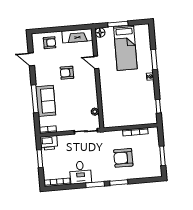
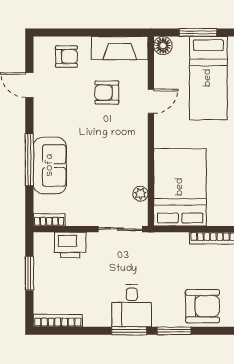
door: (96, 62) -> (151, 101), swing flipped
armchair: (67, 73) -> (107, 93), moved
bed: (115, 107) -> (180, 187), added
printer: (49, 143) -> (70, 245), moved
armchair: (123, 158) -> (203, 306), moved, turned 180
desk: (80, 172) -> (132, 306), moved

